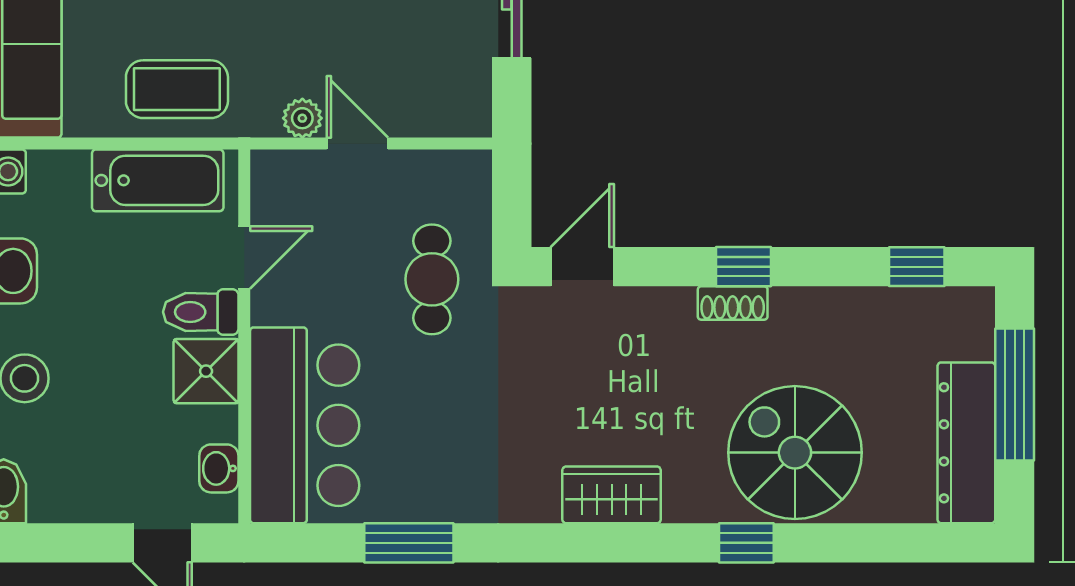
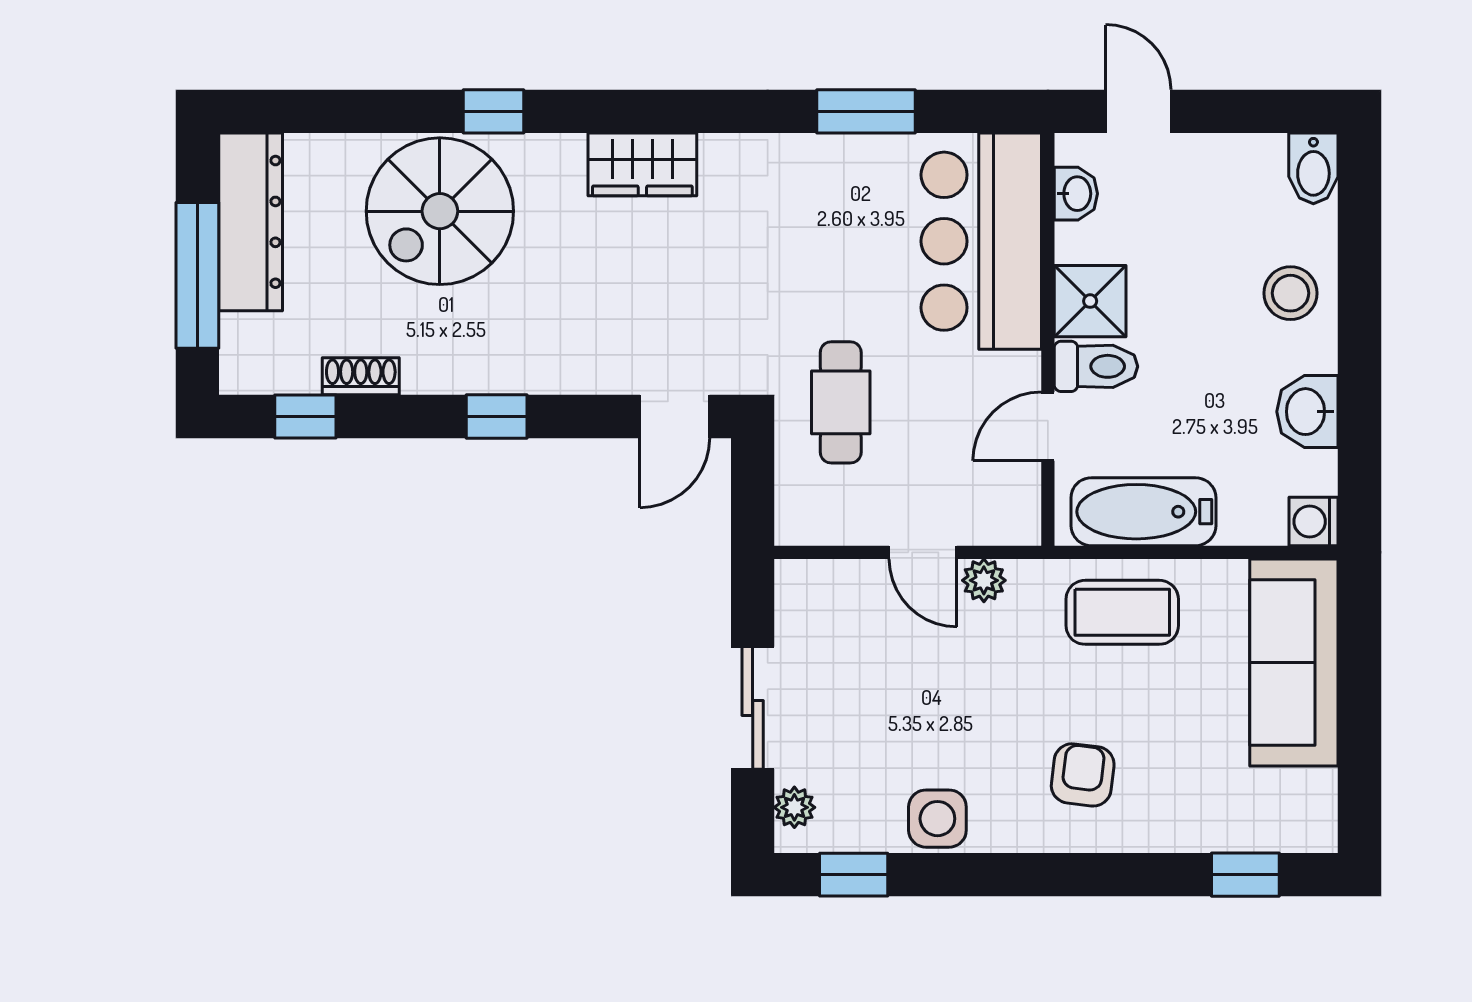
shoe rack: (733, 303) -> (361, 376), moved
spiral stairs: (795, 453) -> (440, 211), turned 90

